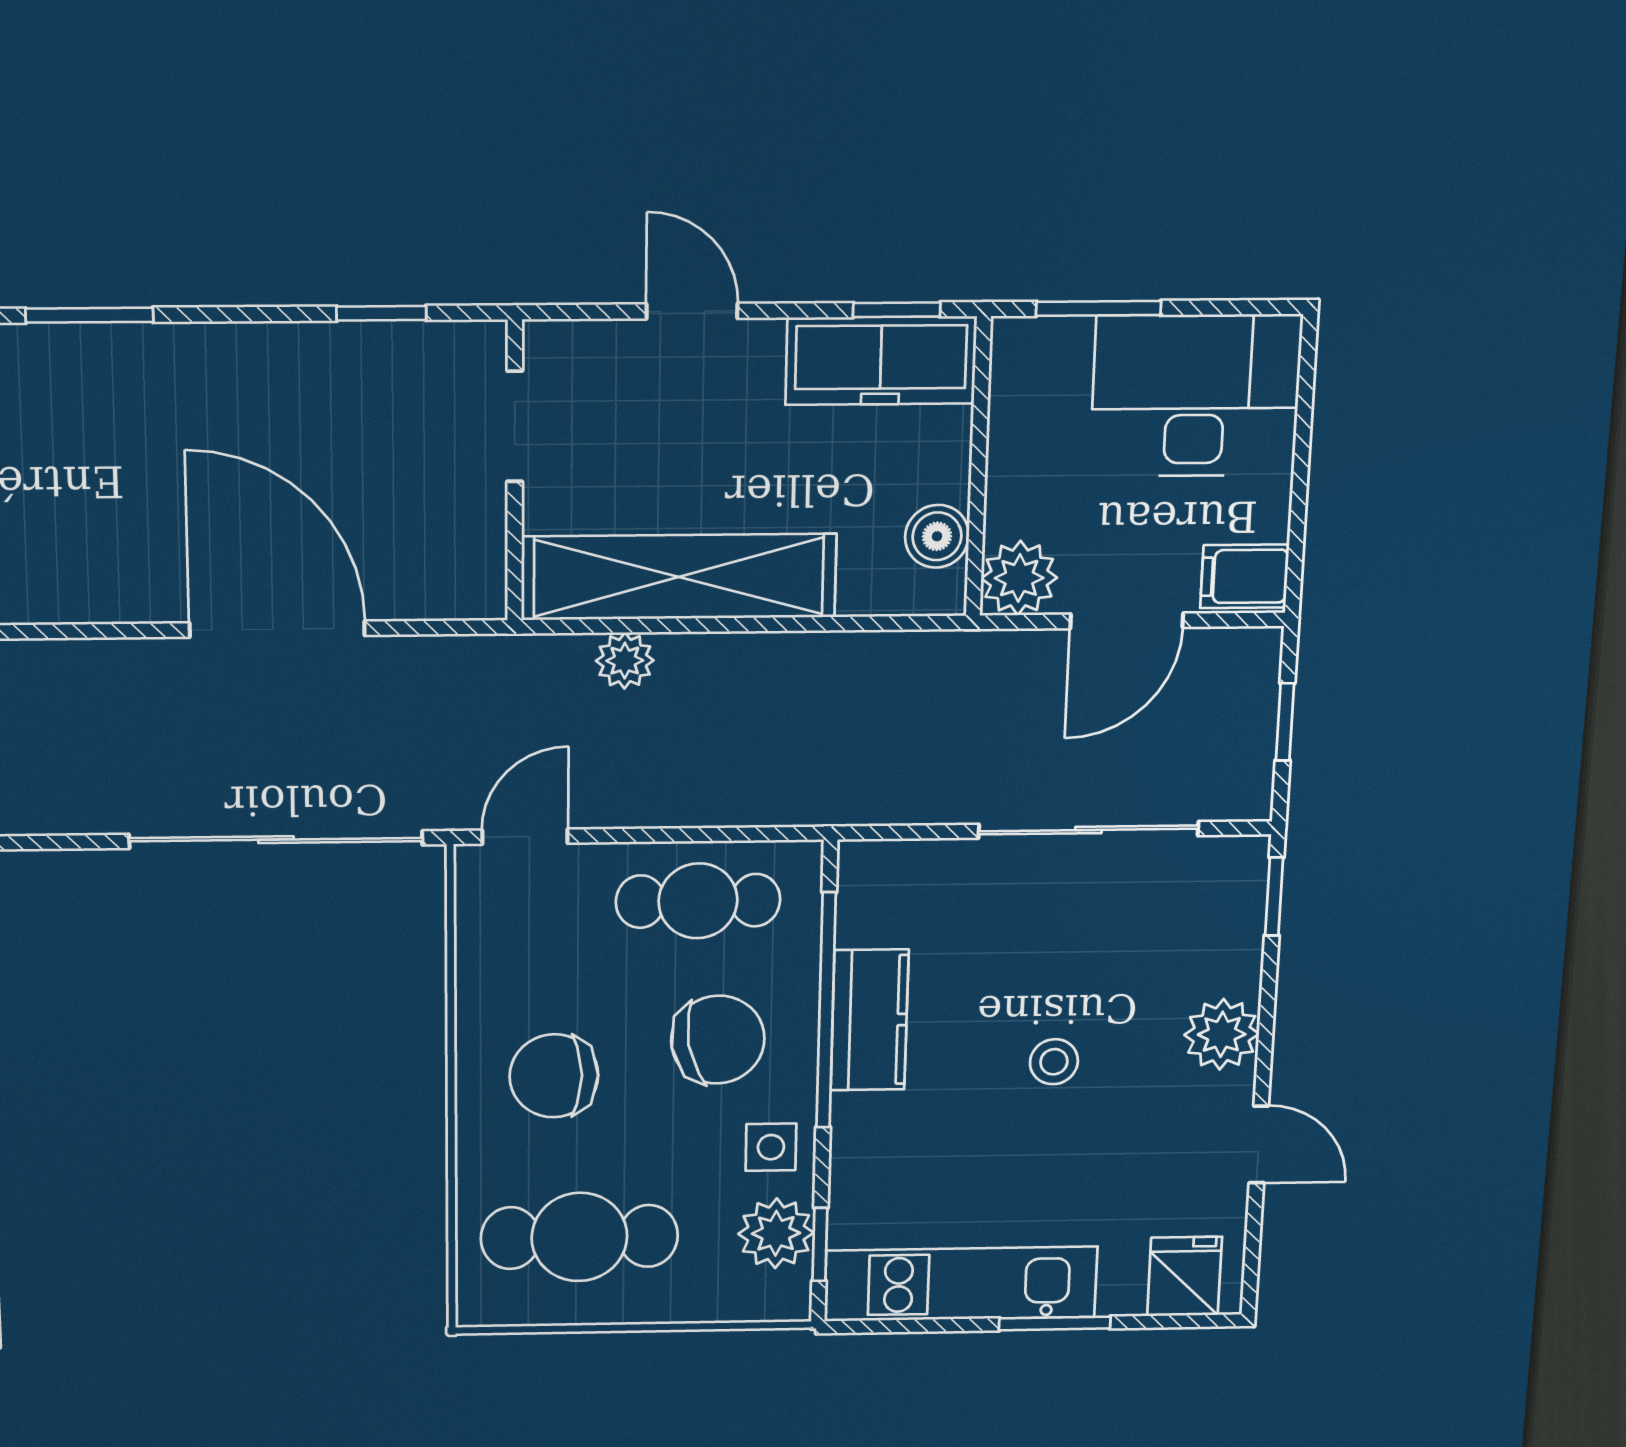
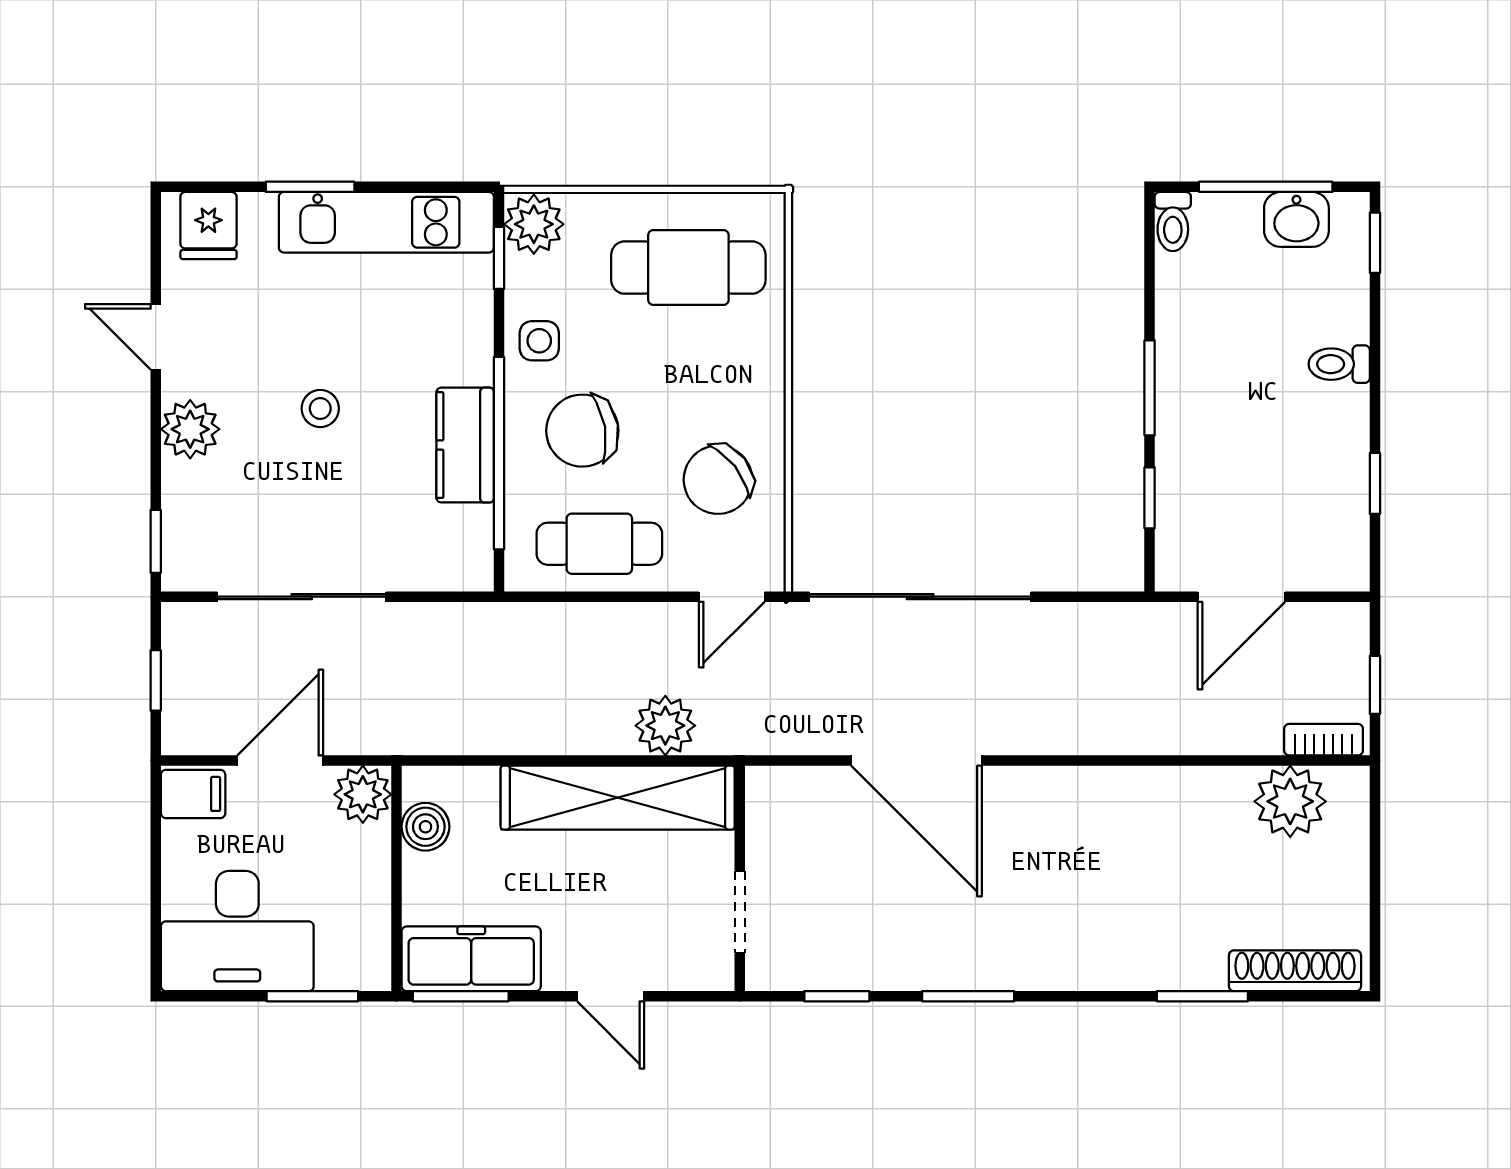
window: (897, 310) -> (461, 996), width x1.50
window: (89, 315) -> (968, 996), moved
plant: (625, 661) -> (665, 726), width x1.38, depth x1.38
chair: (554, 1076) -> (718, 480), moved, turned 142
plant: (776, 1233) -> (534, 224), moved

